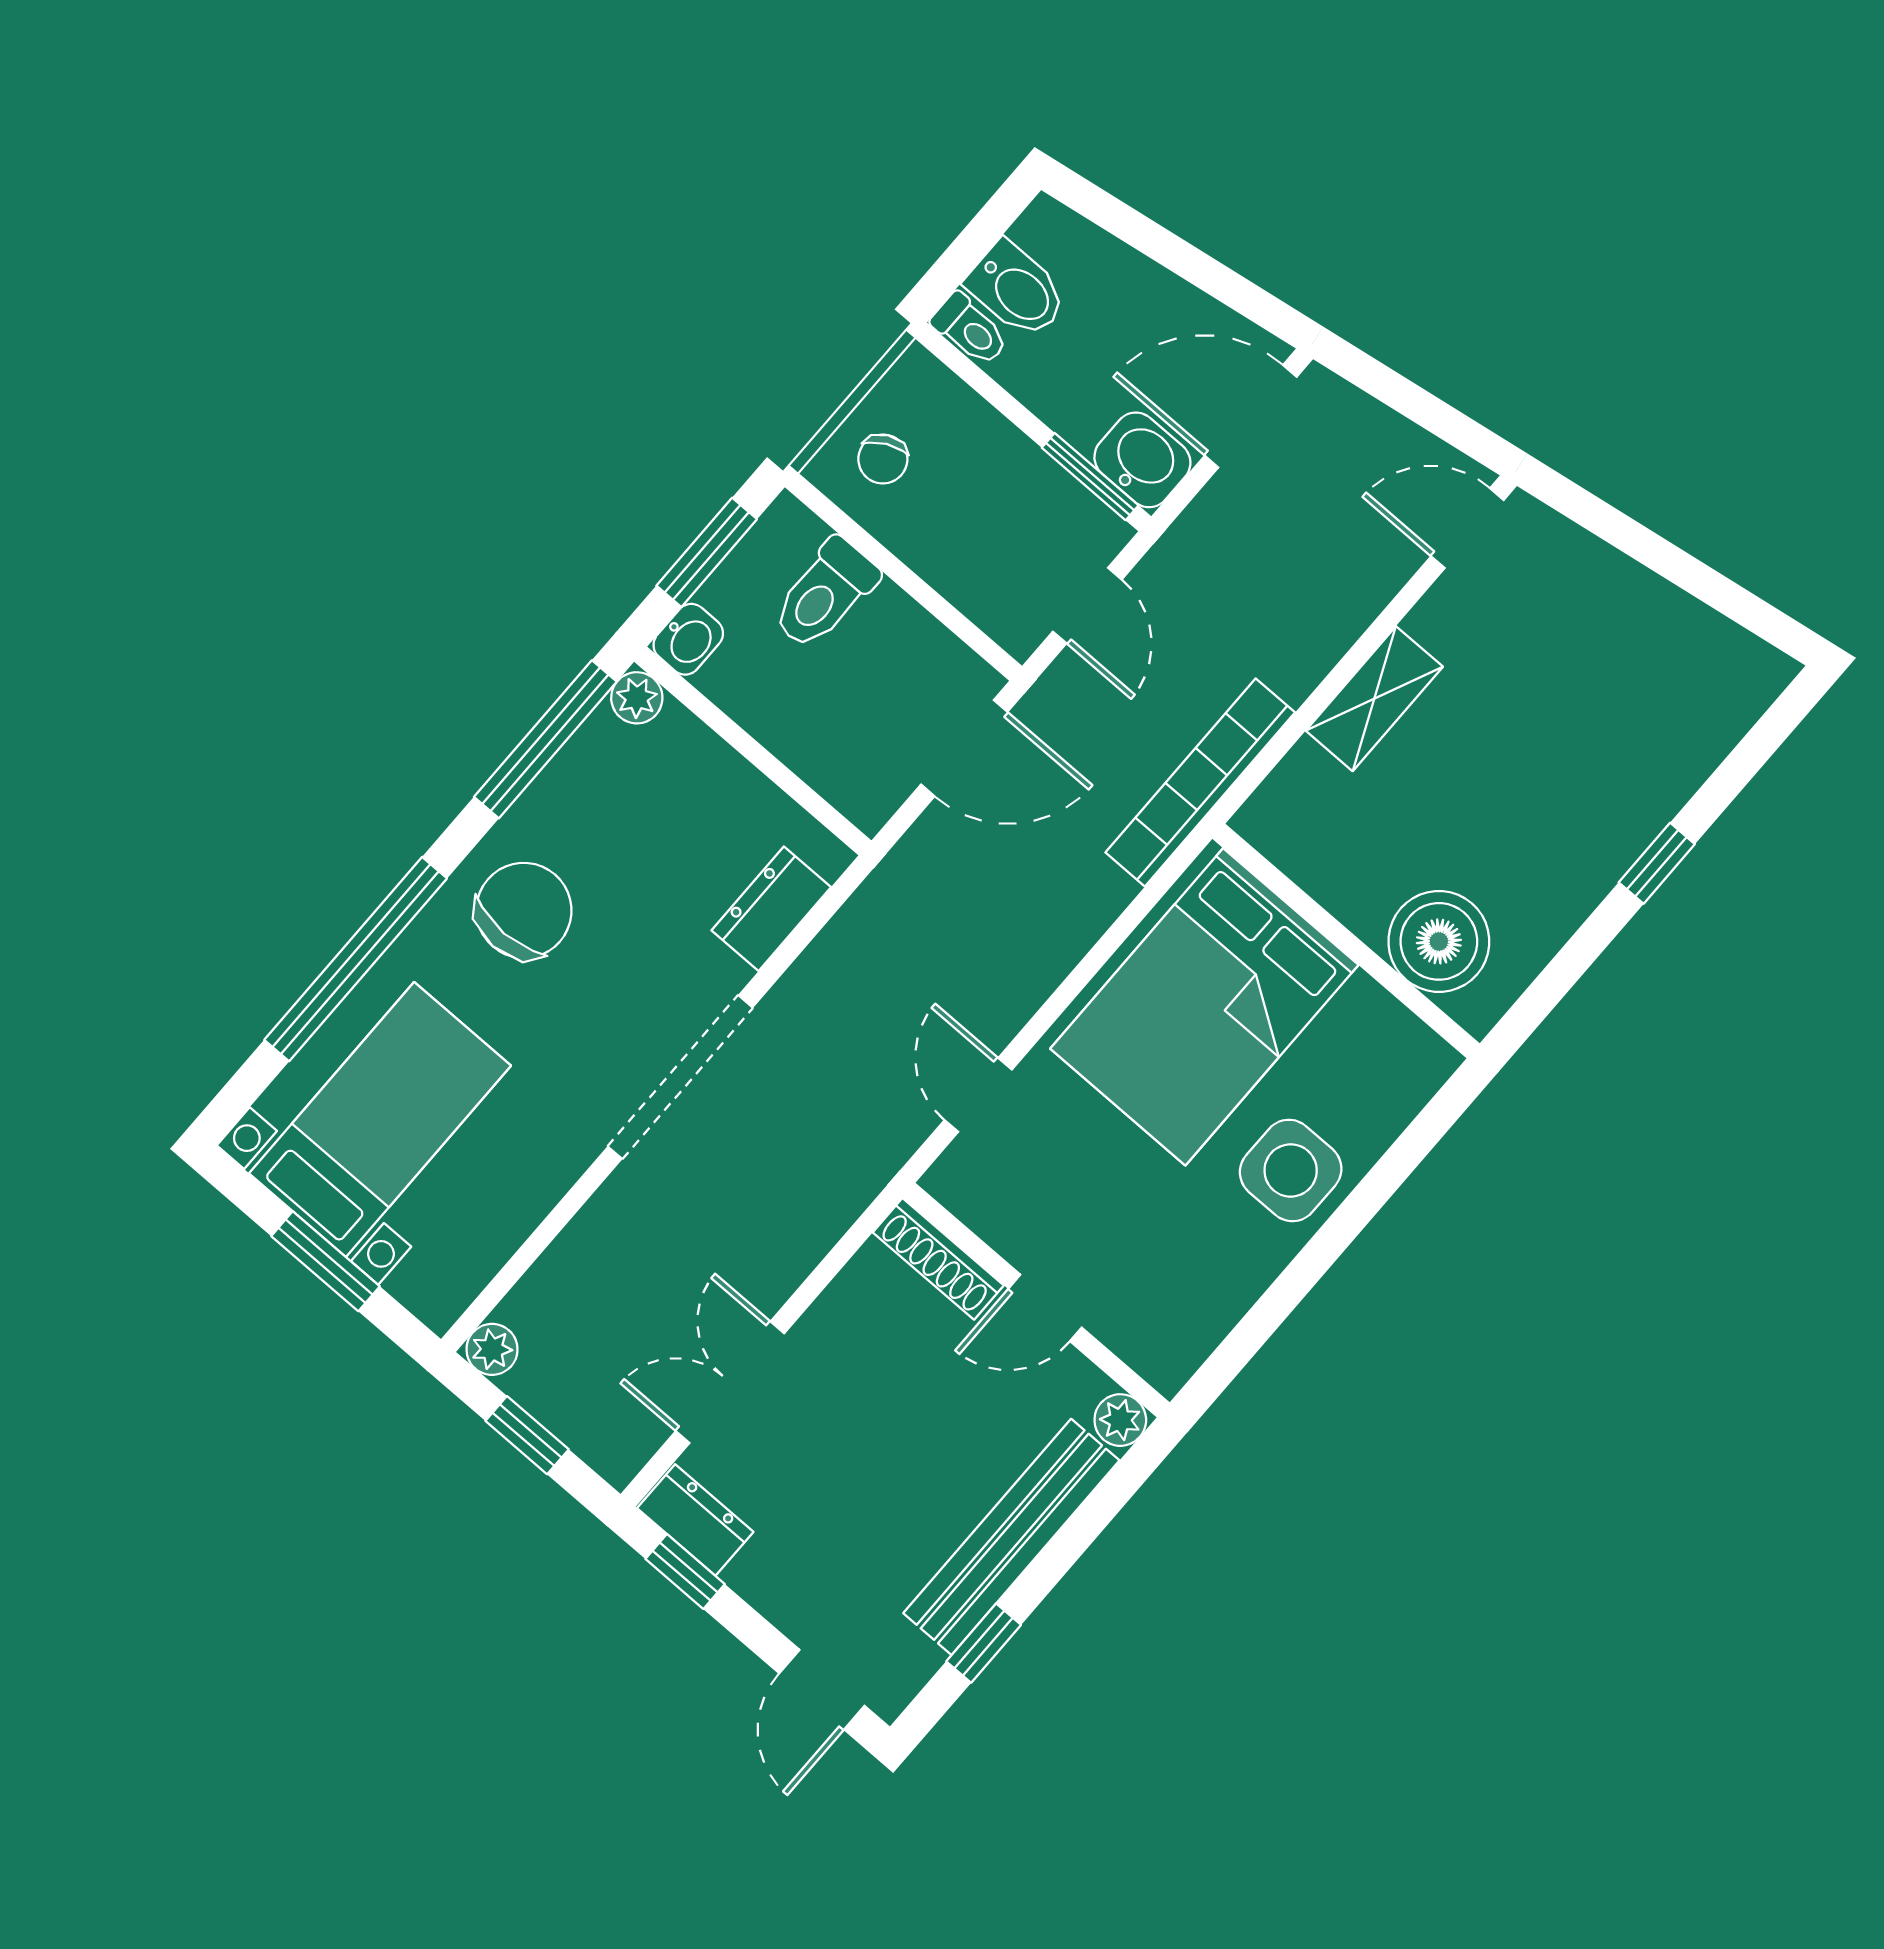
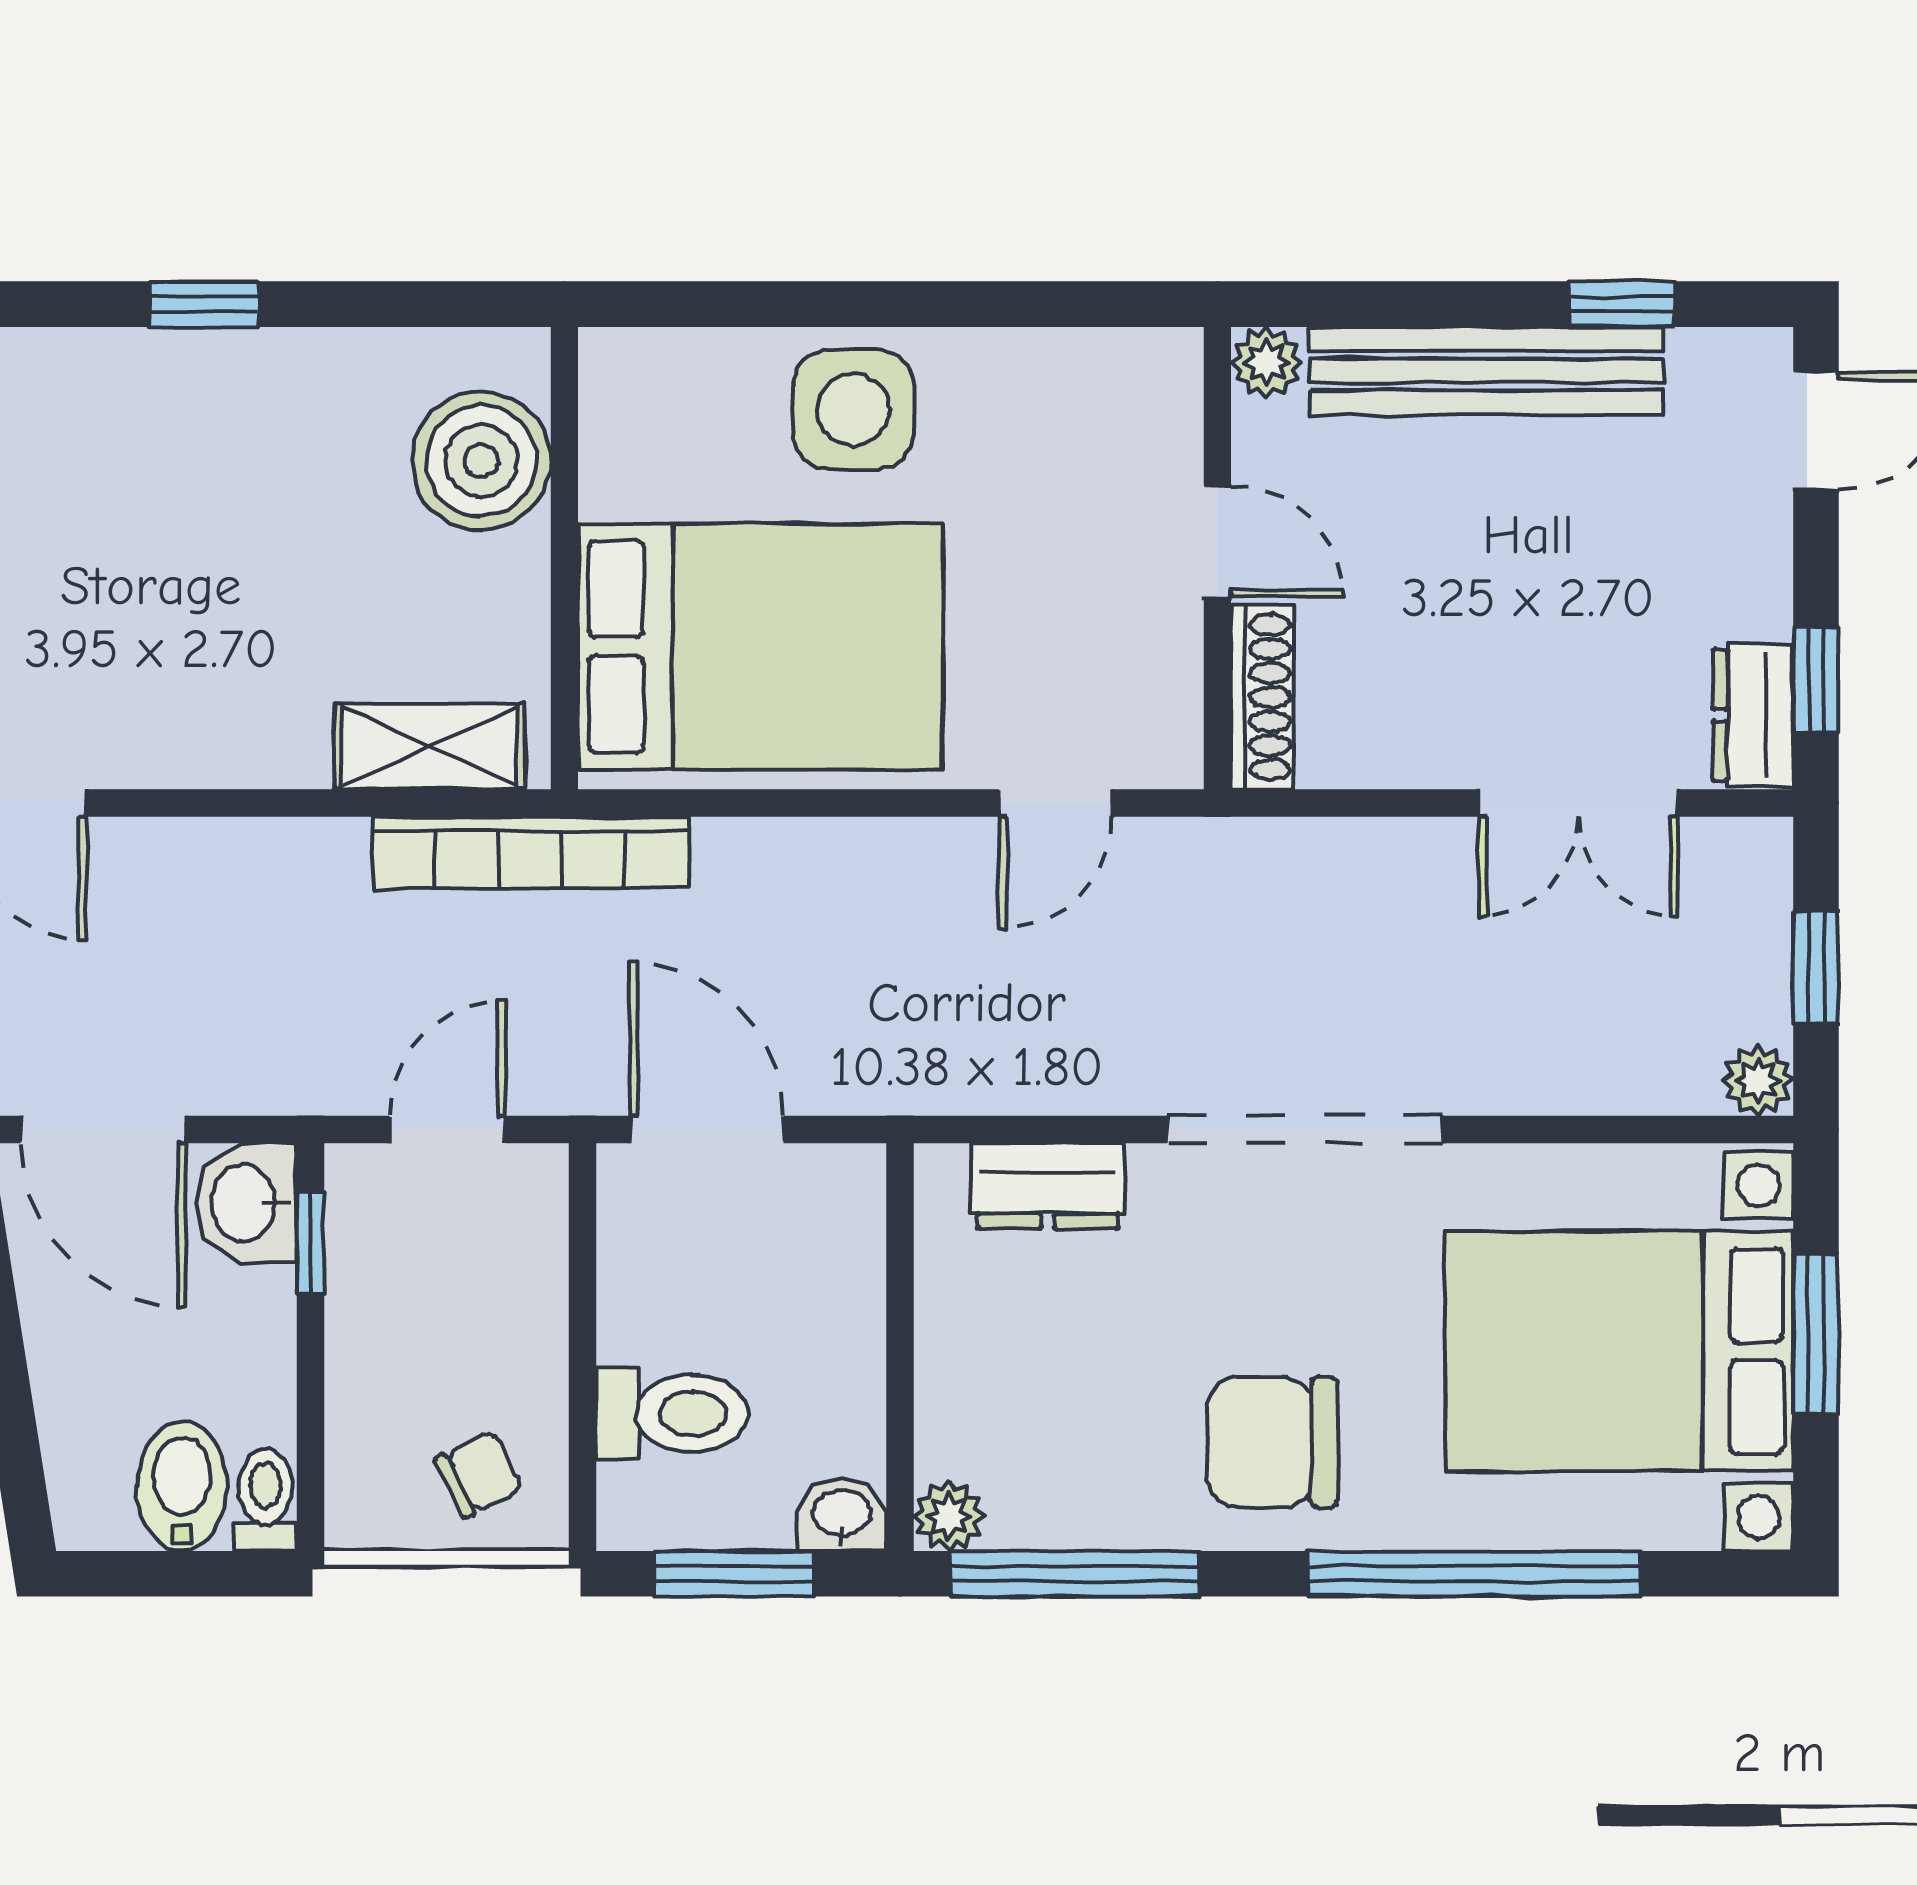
window: (1090, 477) -> (310, 1242), width x0.67
shelving: (1374, 699) -> (430, 747), moved
bed with nightstands: (380, 1120) -> (1619, 1351), width x1.36

